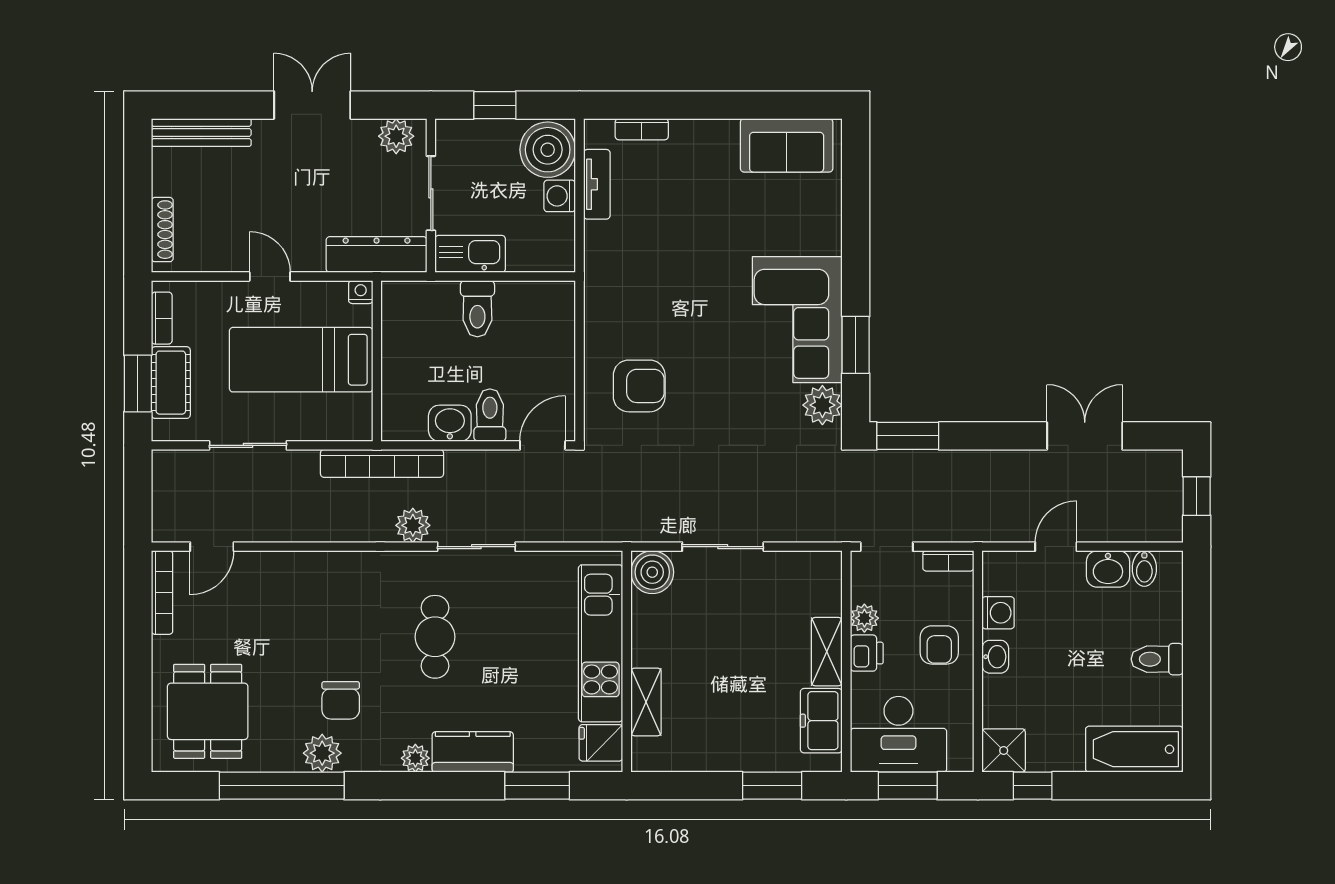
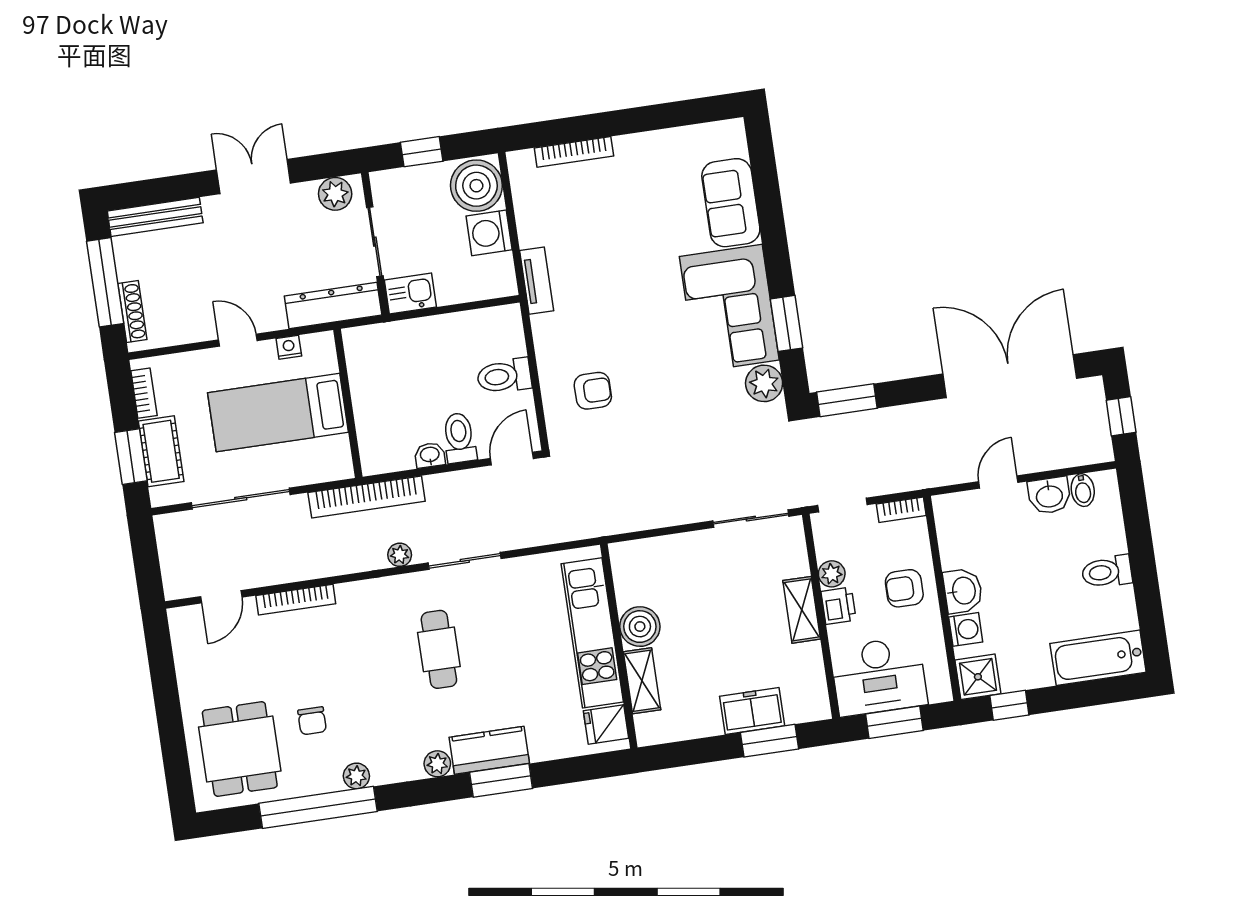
bookcase: (642, 129) -> (574, 152), width x1.56
sofa: (787, 145) -> (731, 203), moved, turned 90
tv unit: (597, 184) -> (537, 281), moved
window: (138, 194) -> (105, 282), added
washing machine: (560, 196) -> (489, 233), width x1.38, depth x1.38
kitchen sink: (470, 254) -> (410, 293), width x0.73
nightstand: (361, 292) -> (289, 347), moved
toilet: (477, 309) -> (504, 376), moved, turned 90
armchair: (639, 386) -> (593, 391), width x0.72, depth x0.72
washbasin: (450, 423) -> (430, 455), width x0.72, depth x0.69
double door: (1085, 436) -> (1010, 376), width x1.87
sliding door: (248, 445) -> (241, 499), width x1.37
plant: (413, 525) -> (400, 555), width x0.73, depth x0.73
sliding door: (723, 547) -> (751, 519), moved
boiler: (652, 572) -> (640, 627), moved
bookcase: (162, 593) -> (296, 600), moved, turned 90
washing machine: (998, 613) -> (966, 629), moved
armchair: (939, 645) -> (904, 588), turned 90
washbasin: (995, 657) -> (963, 591), width x1.38, depth x1.45
chair: (341, 700) -> (312, 721), moved, width x0.73, depth x0.73
freezer: (821, 721) -> (752, 711), moved, turned 90
plant: (322, 753) -> (356, 776), width x0.73, depth x0.73
window: (537, 786) -> (501, 780), moved

